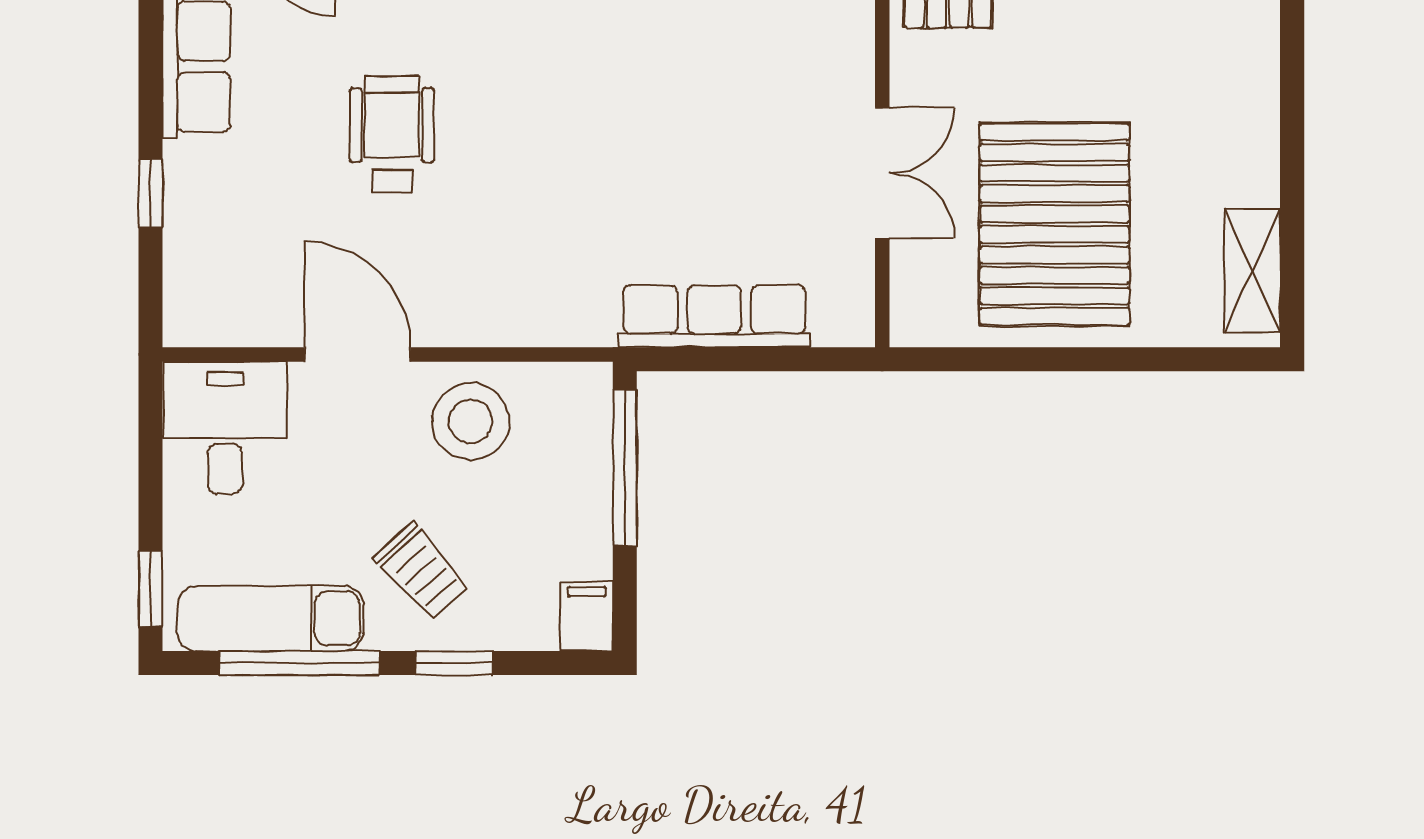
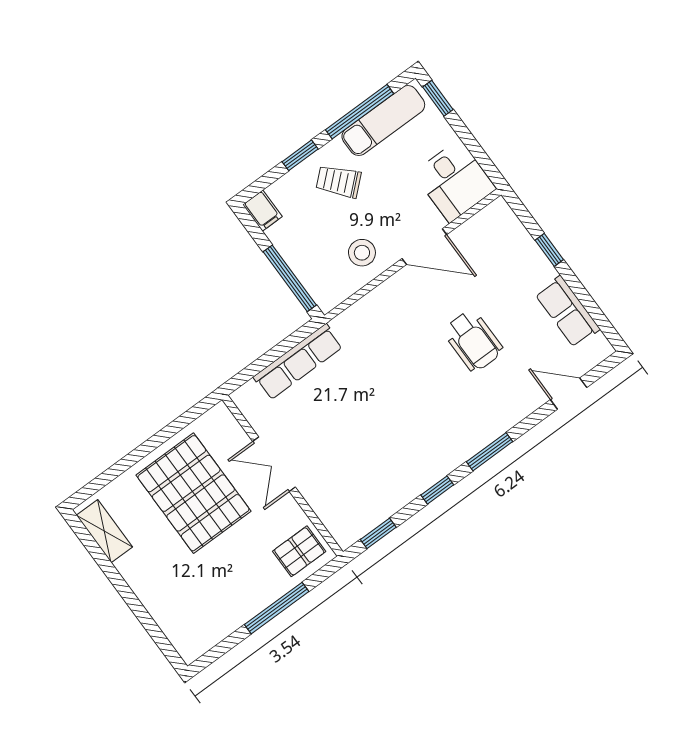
stool: (471, 422) -> (362, 253), width x0.73, depth x0.73

